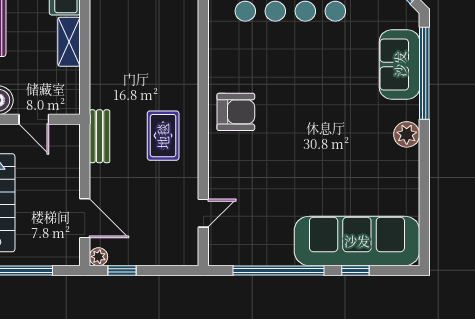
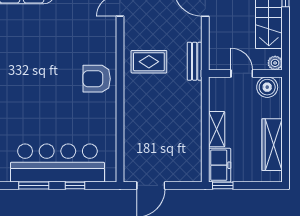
rug: (163, 136) -> (149, 62), turned 90

